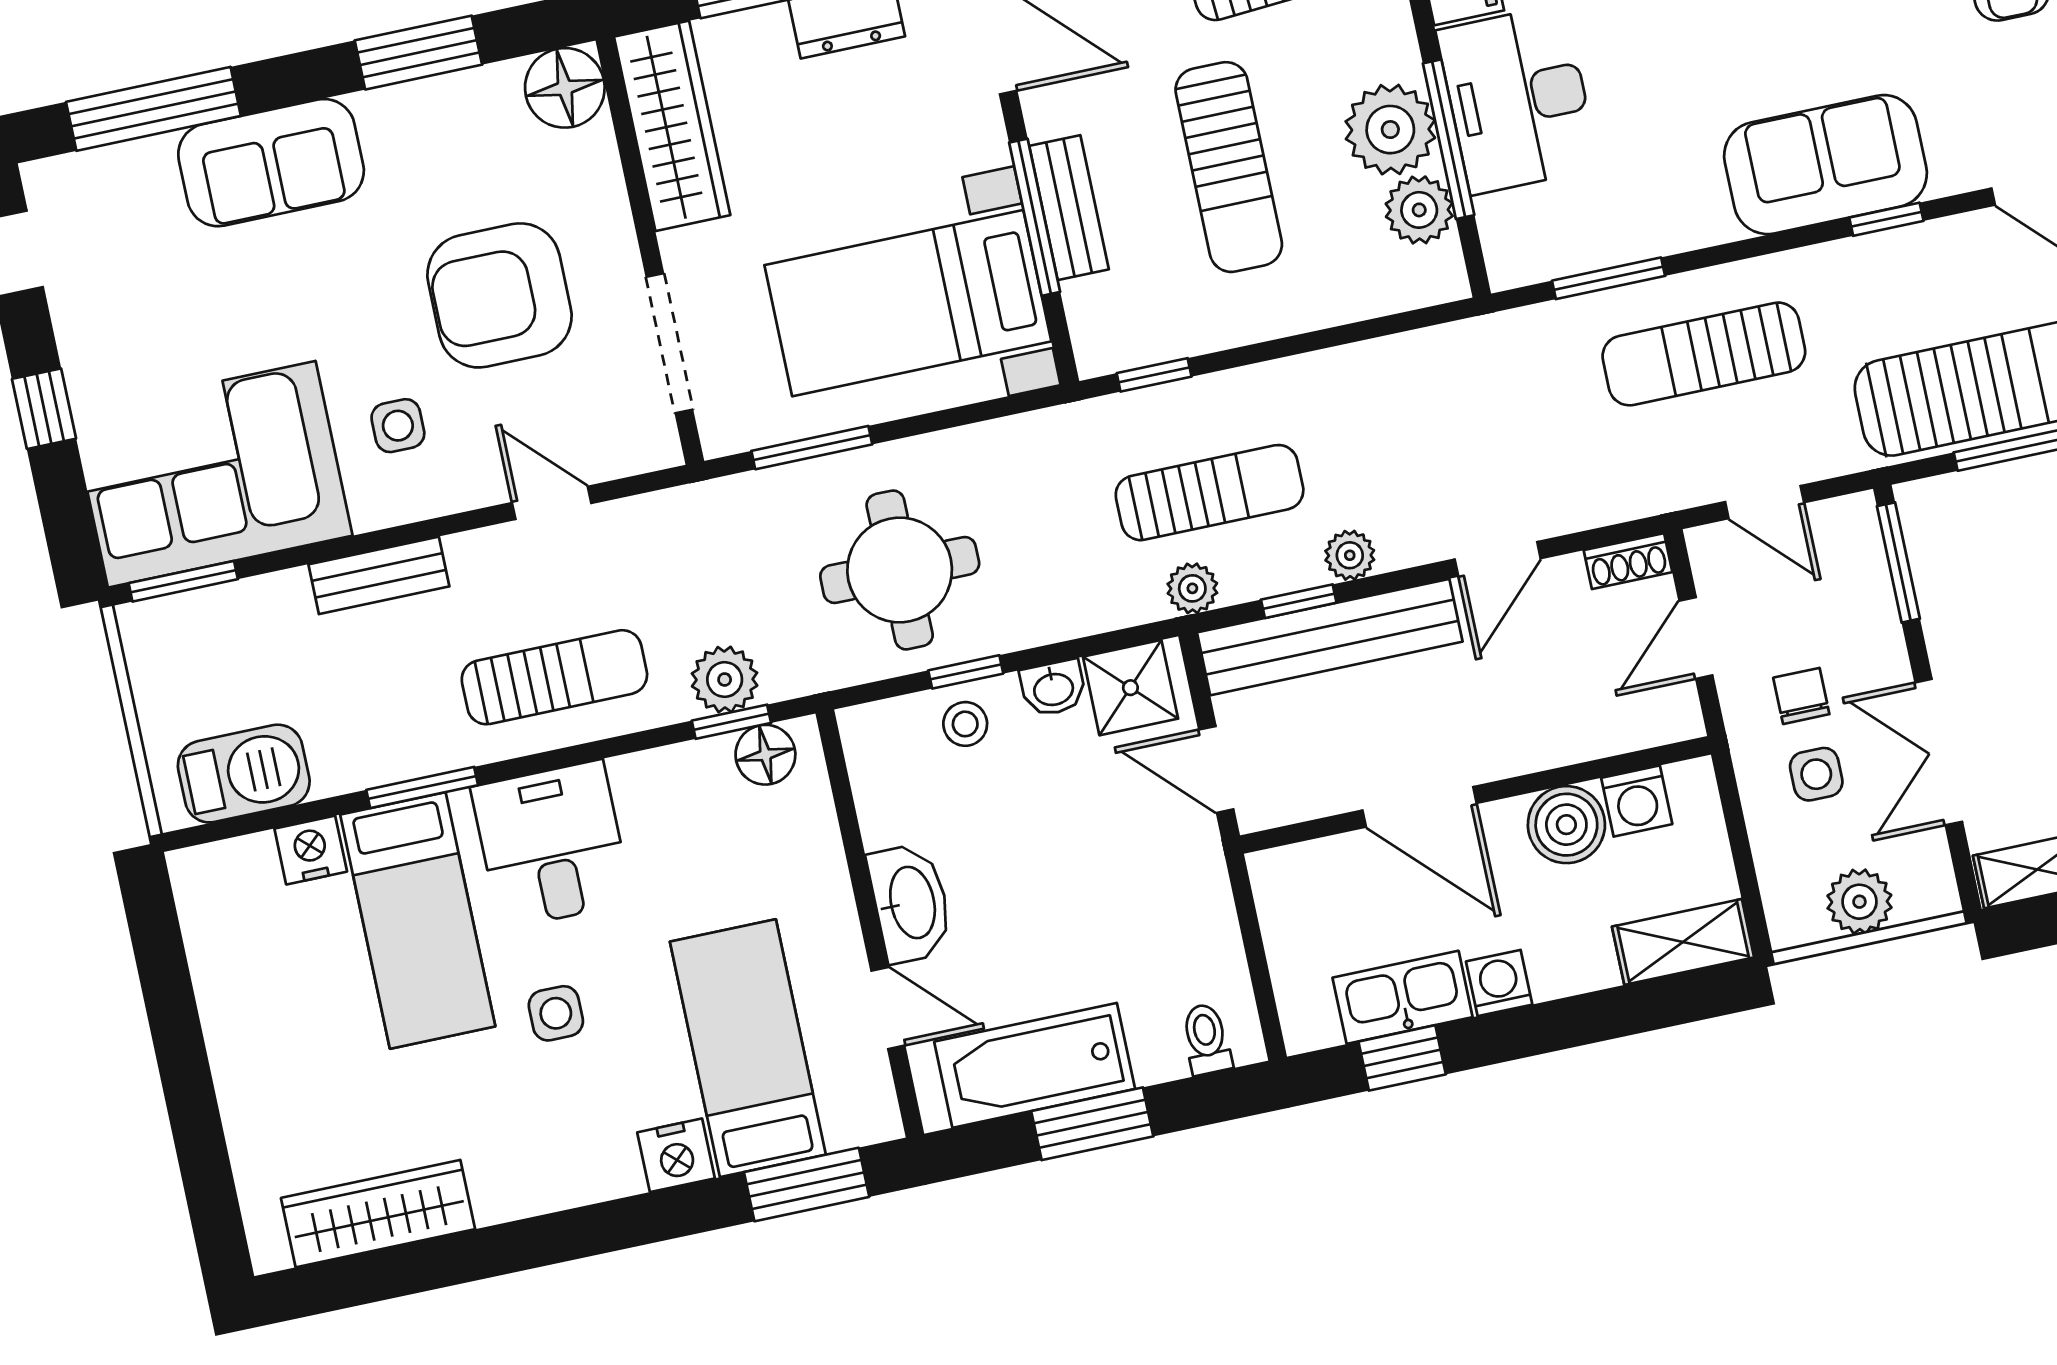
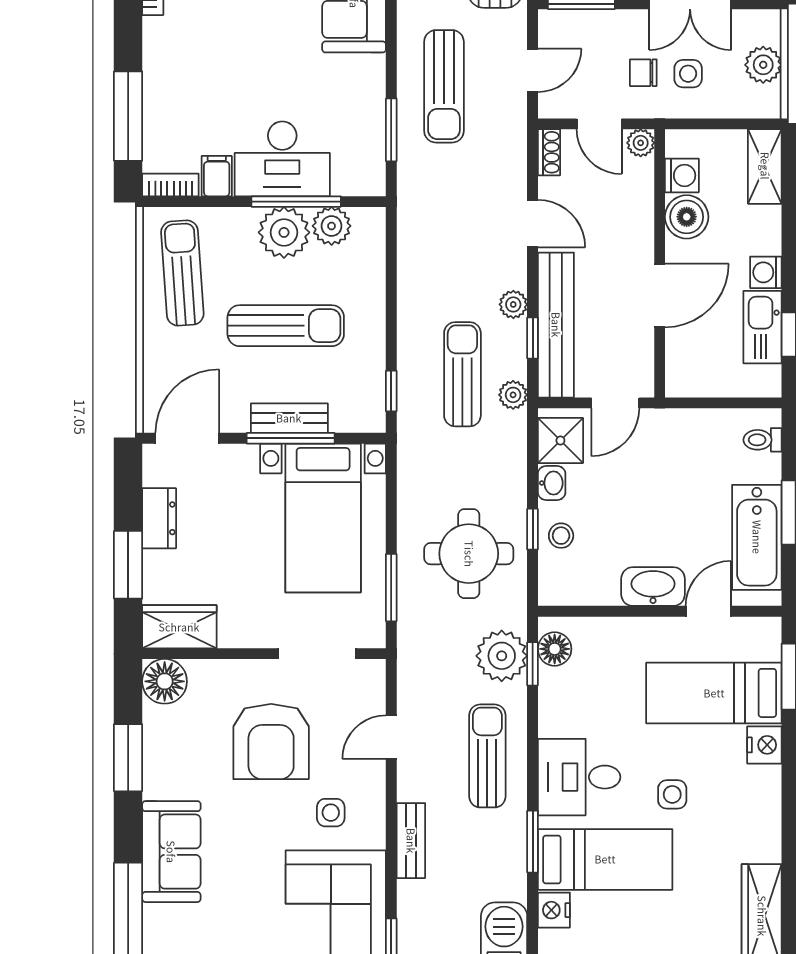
wardrobe: (672, 126) -> (179, 627), width x0.67
plant: (725, 680) -> (502, 656), width x1.36, depth x1.36
plant: (1678, 717) -> (641, 143), added

